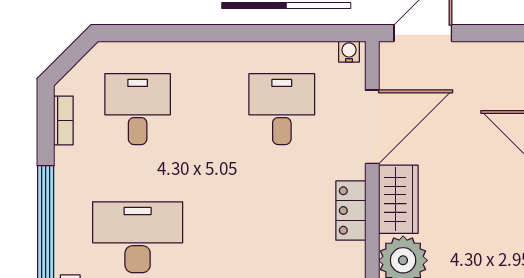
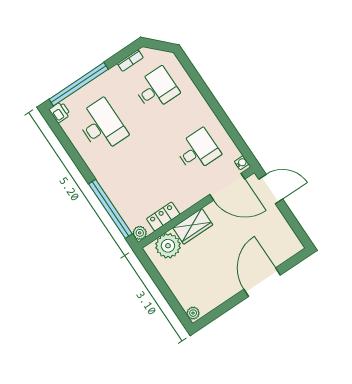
door: (372, 127) -> (227, 187), moved
locker: (351, 211) -> (163, 217), moved

